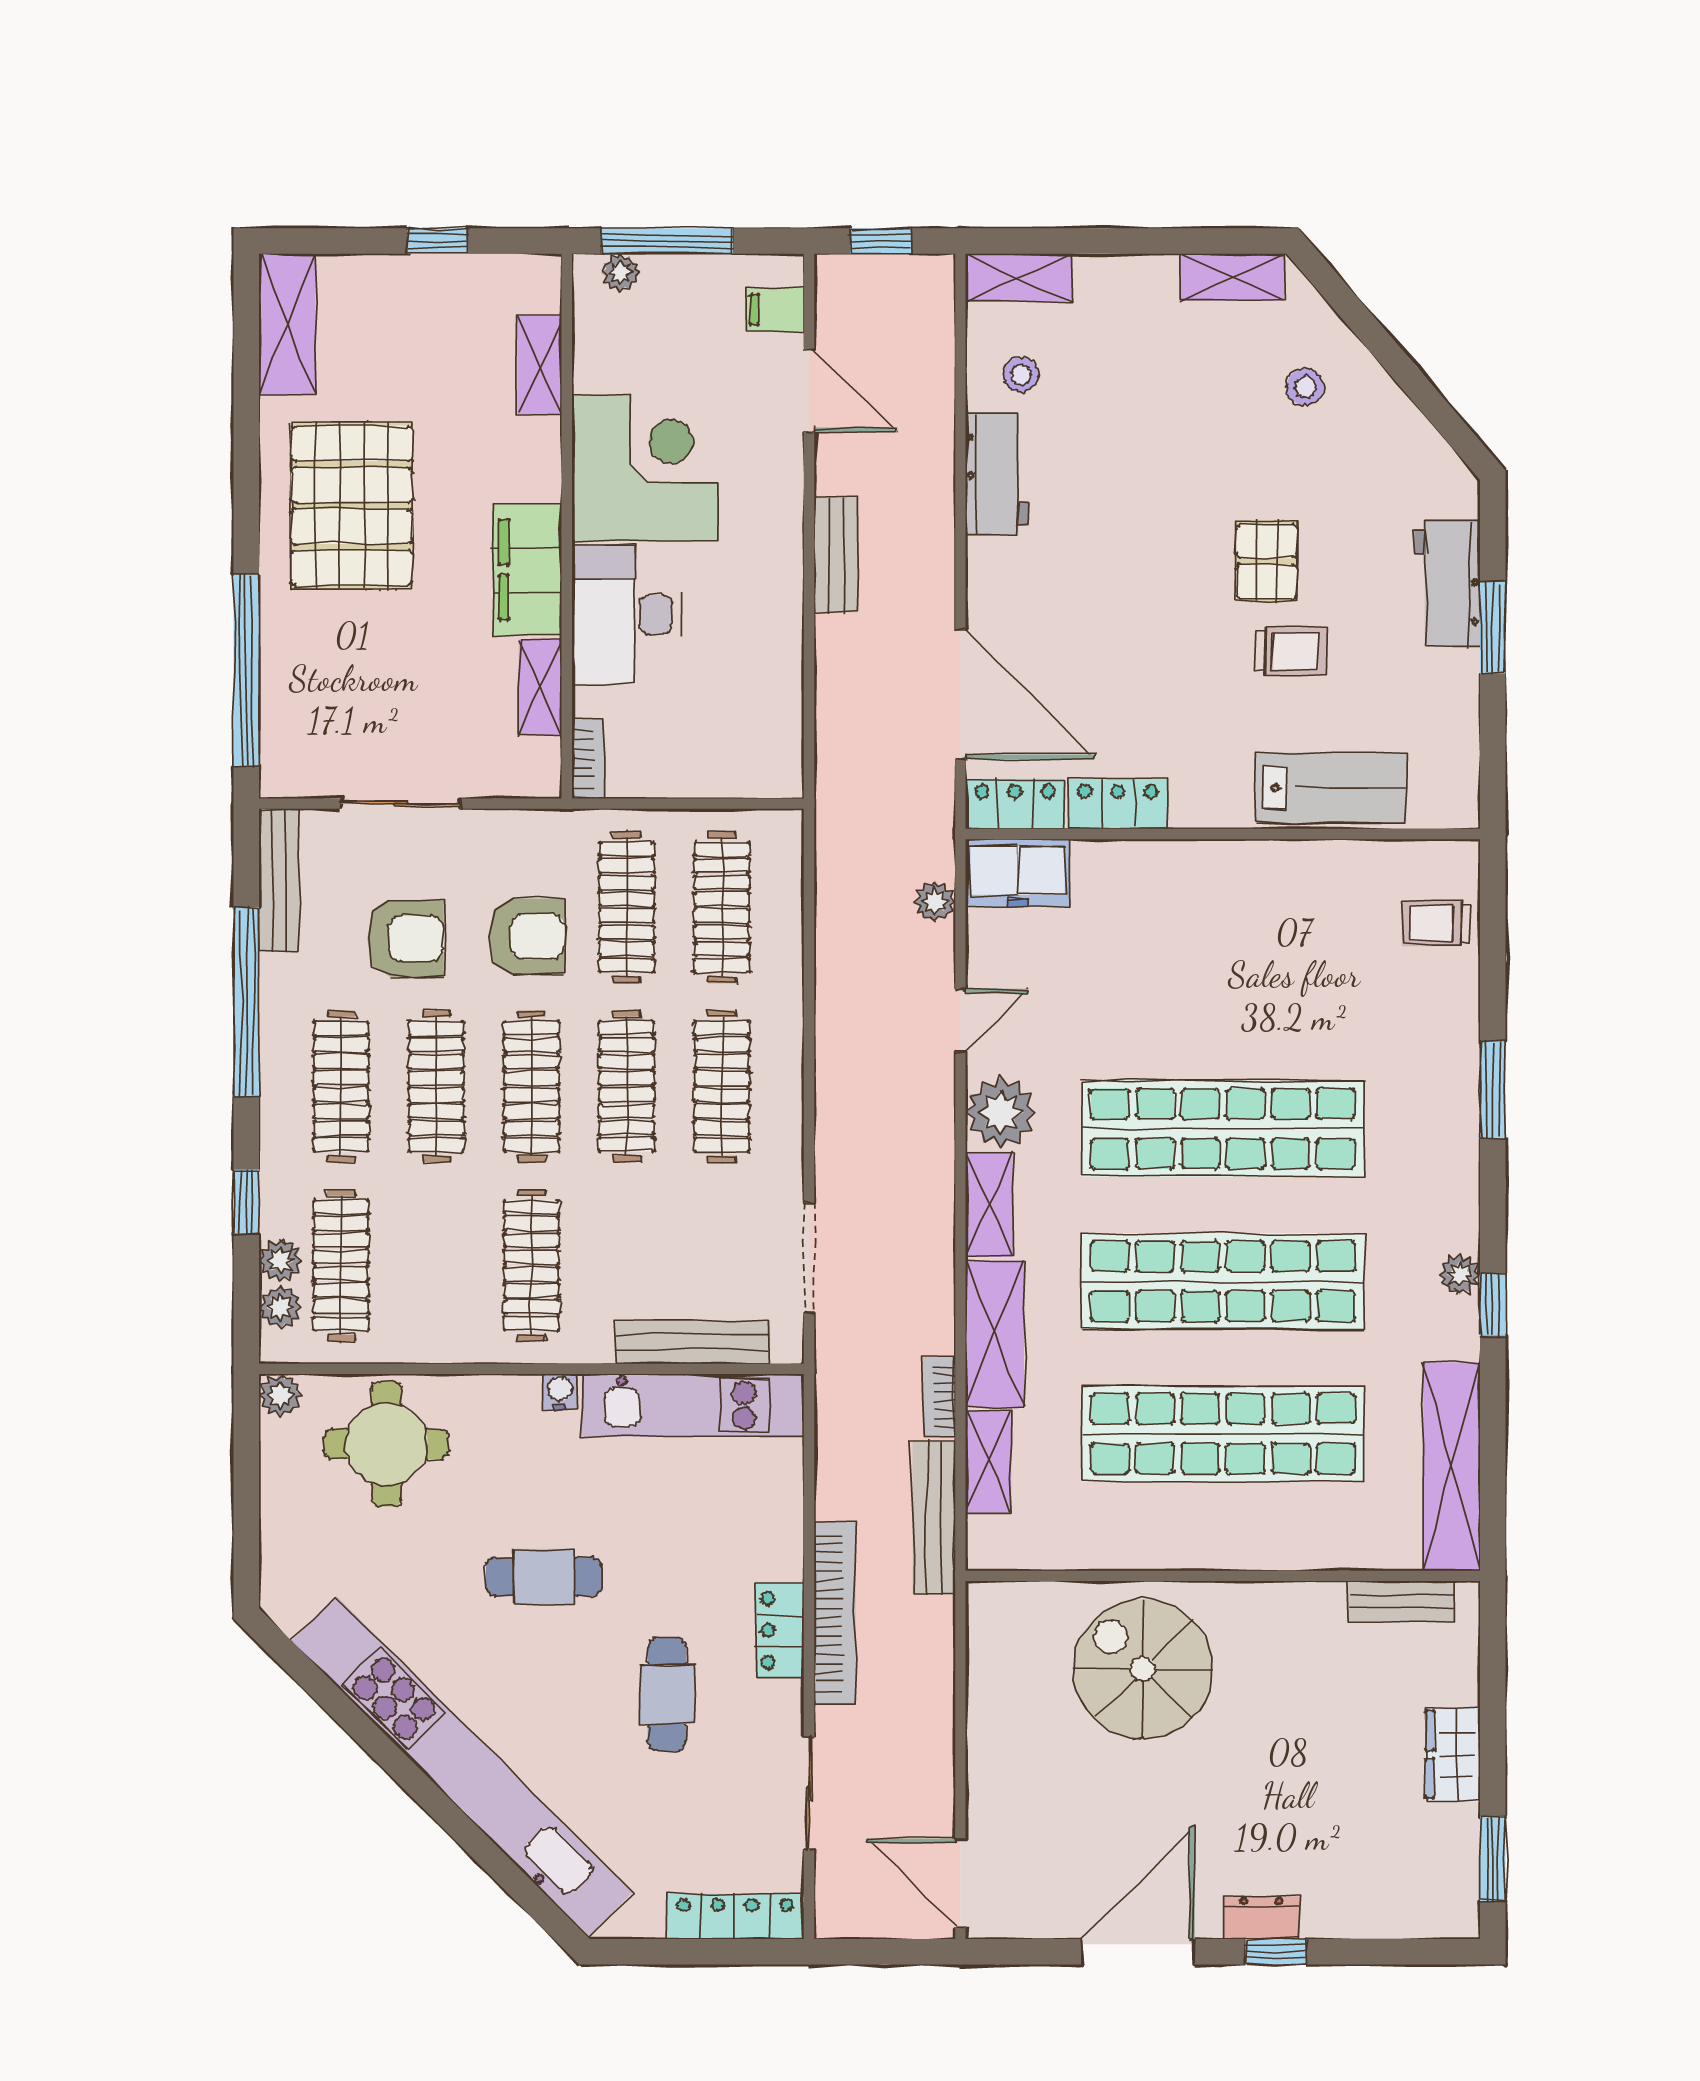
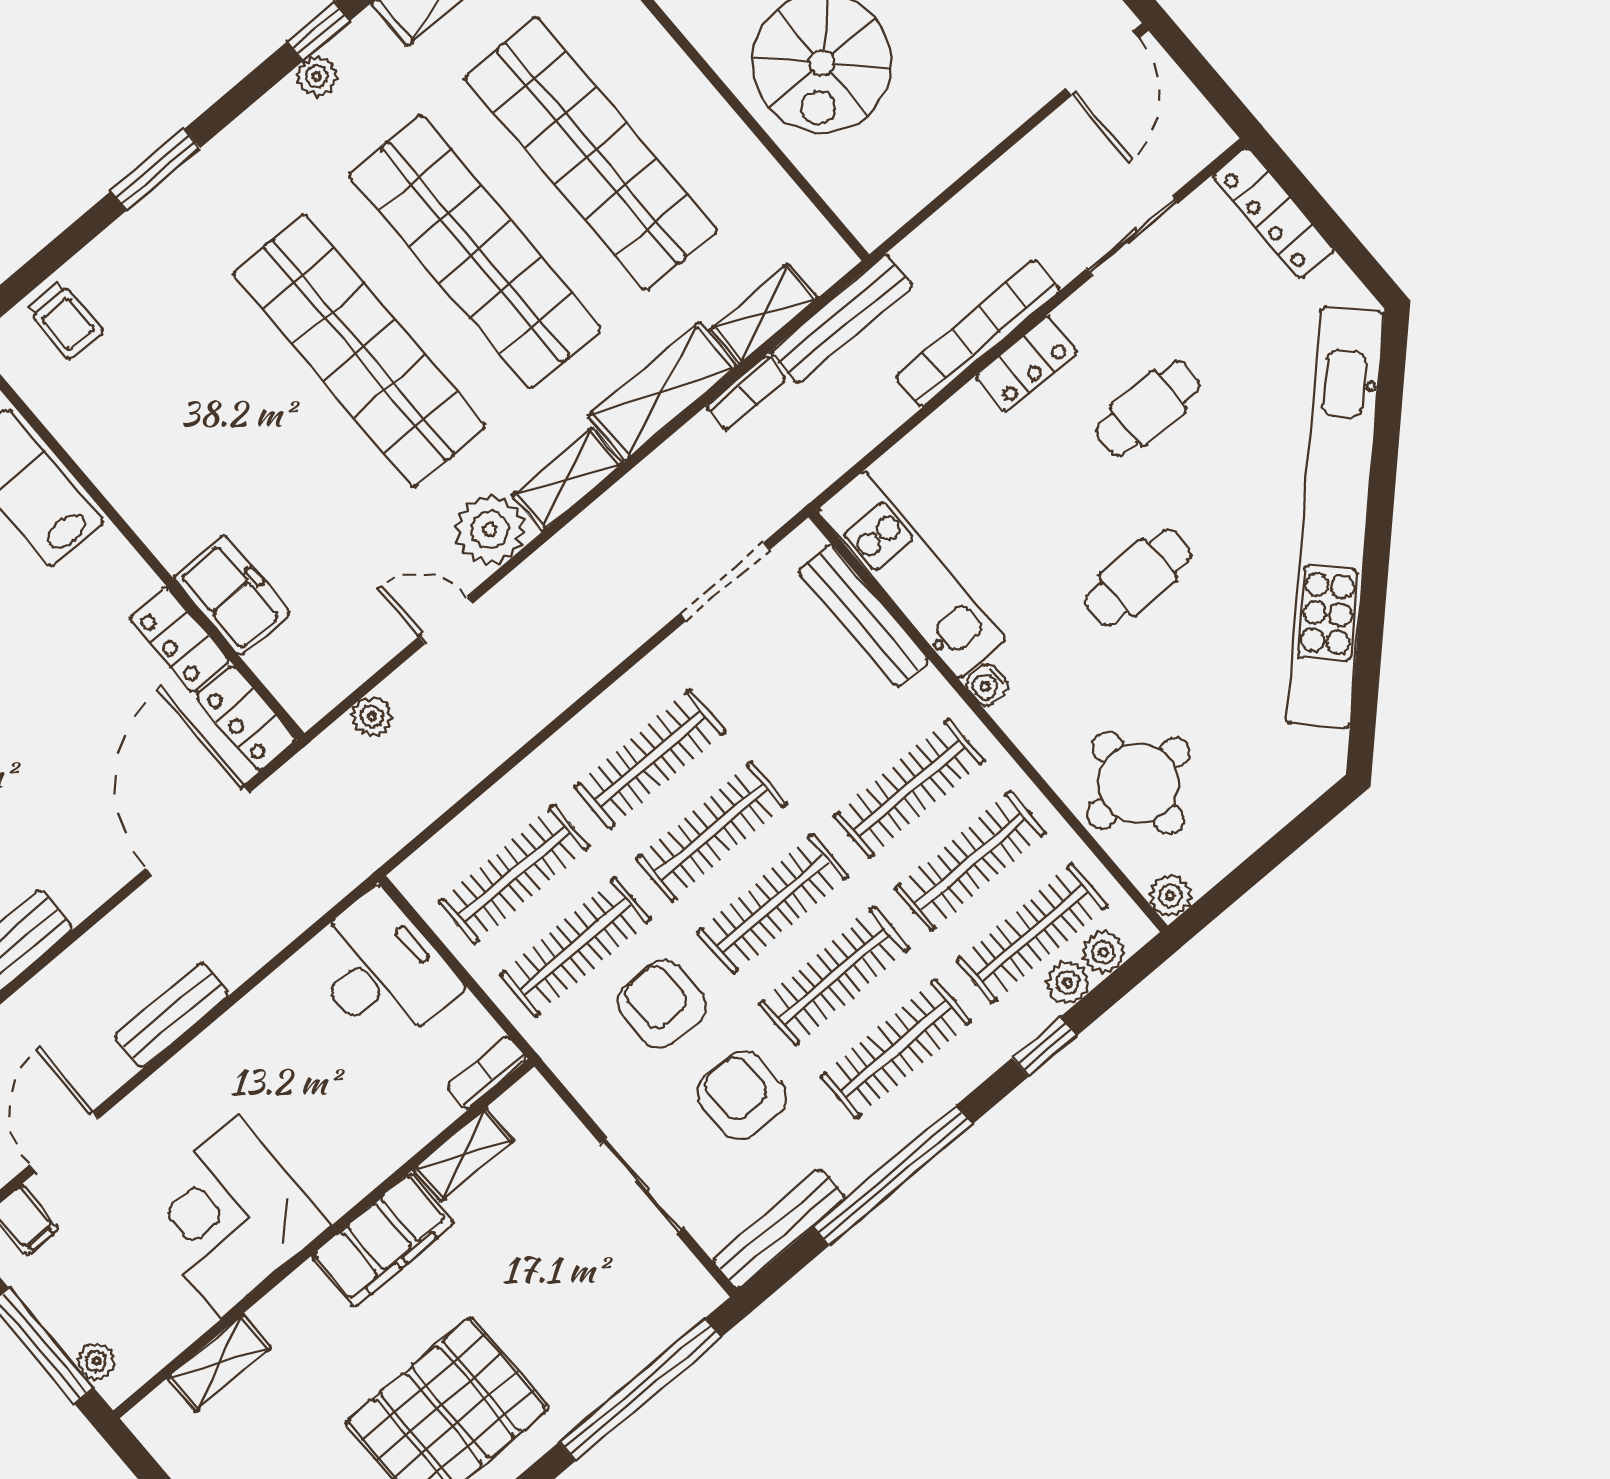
desk: (626, 614) -> (381, 970), moved, turned -90
freezer: (1018, 873) -> (232, 595), moved
clothes rail: (436, 1265) -> (971, 861), added
cafe table: (544, 1577) -> (1138, 578), turned 90

